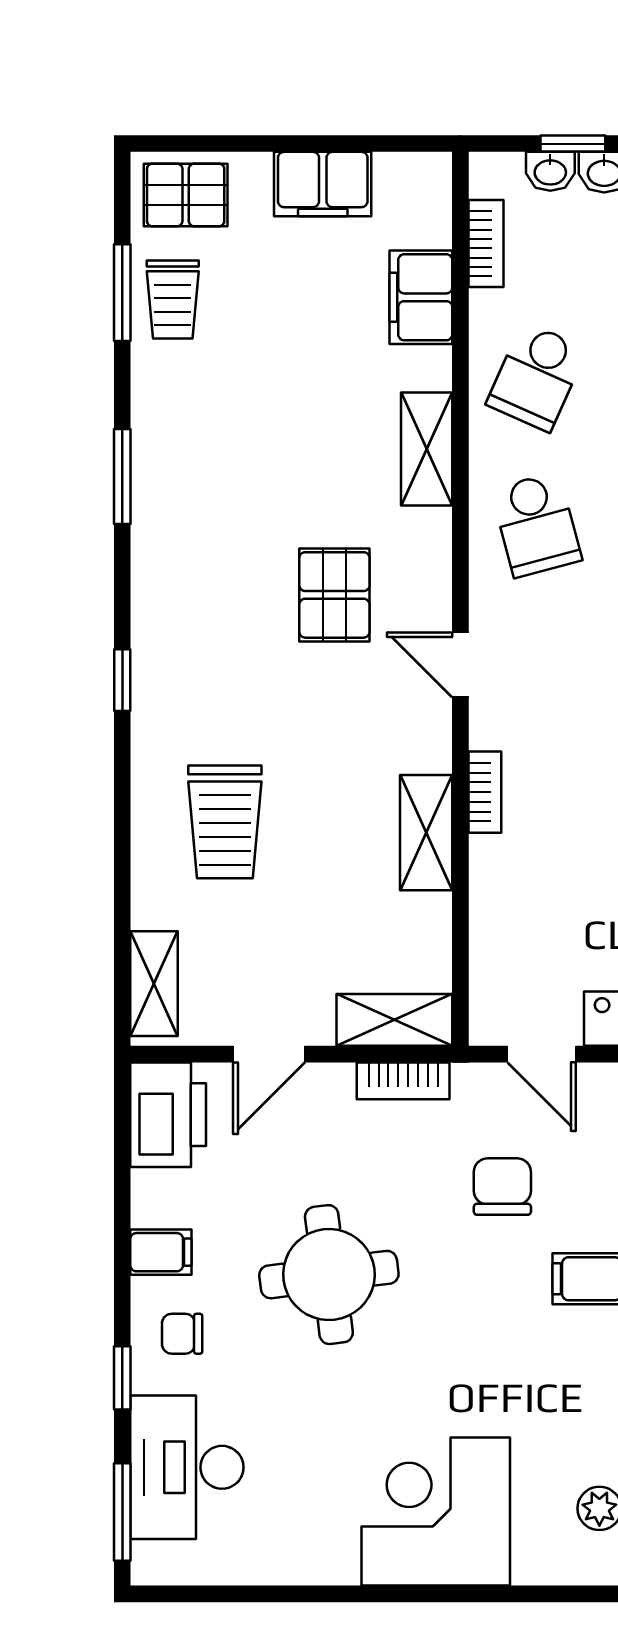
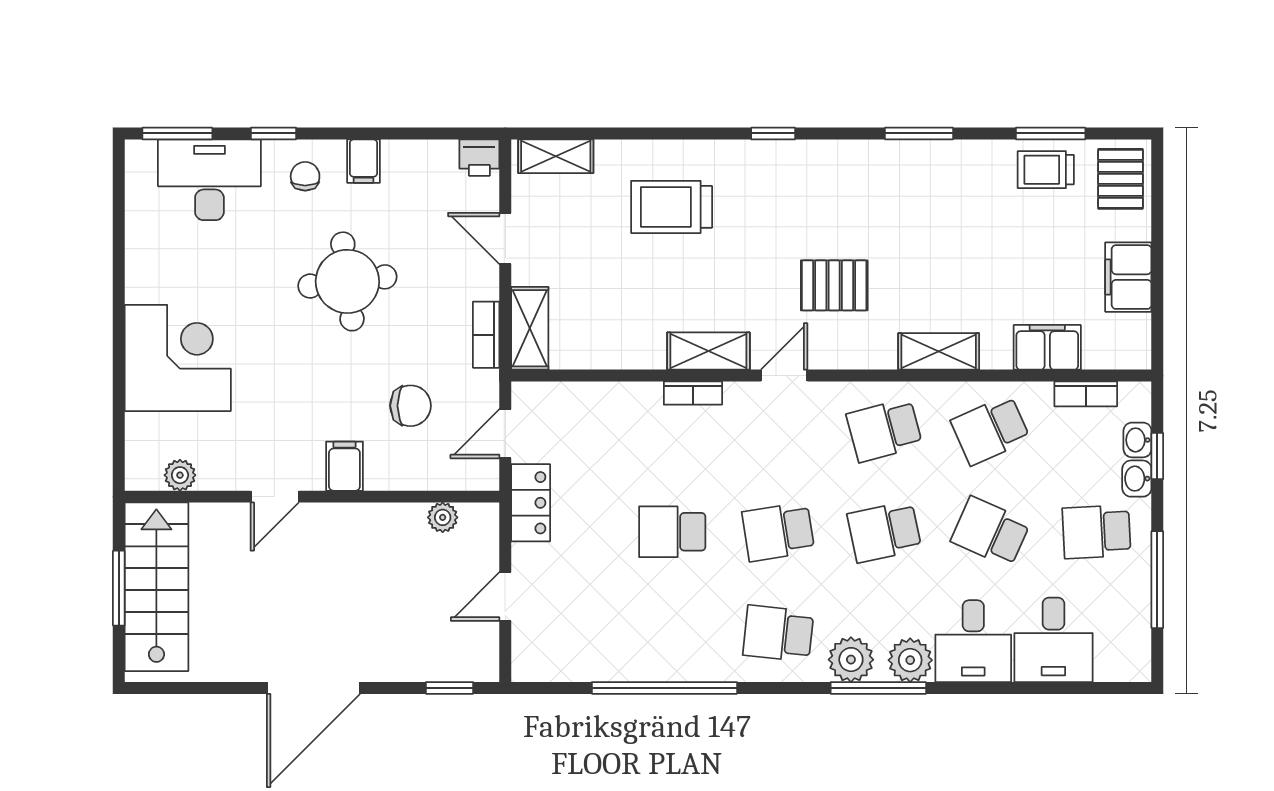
school desk: (536, 377) -> (990, 430), turned -48
shelving: (426, 833) -> (708, 351), moved
printer: (168, 1115) -> (479, 158), width x0.53, depth x0.68

